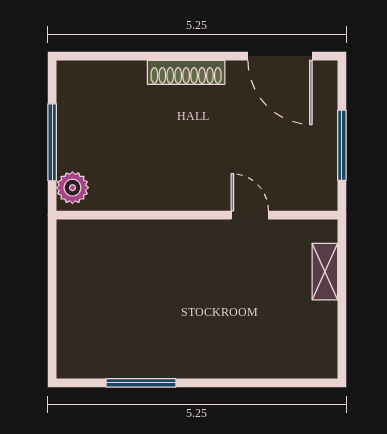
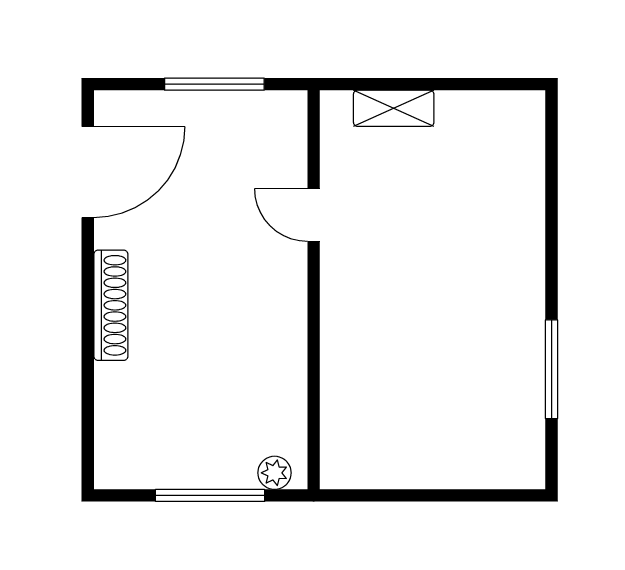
plant: (72, 188) -> (275, 473), width x0.73, depth x0.73
door: (250, 215) -> (314, 215), hinge flipped

